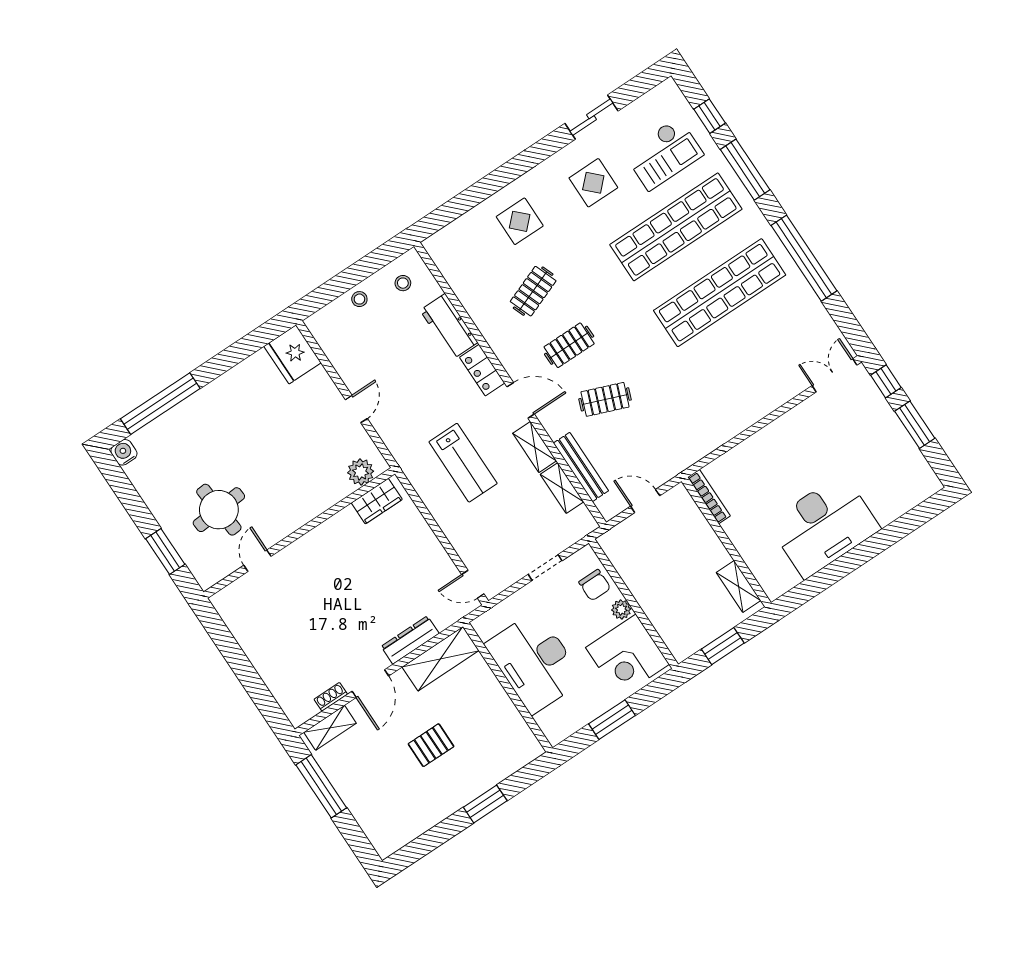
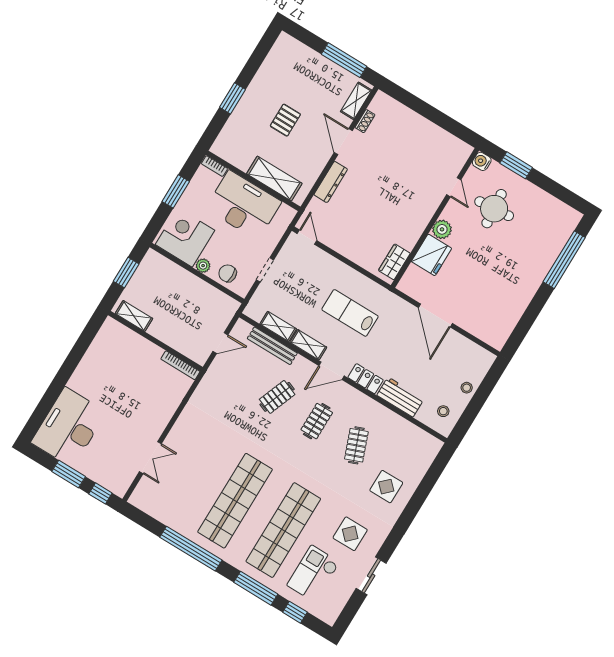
fridge: (293, 354) -> (432, 255), moved, turned 90
double door: (834, 375) -> (150, 458), moved
door: (356, 409) -> (435, 315), width x1.88
water cooler: (124, 452) -> (482, 161), moved, turned 180
plant: (361, 472) -> (442, 229), moved
desk: (824, 526) -> (69, 427), moved
door: (473, 584) -> (307, 237), hinge flipped
shelving: (441, 659) -> (274, 179), moved, turned 90
bookcase: (548, 729) -> (214, 166), added

